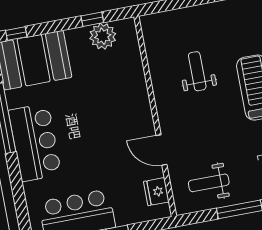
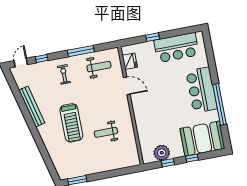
window: (16, 34) -> (192, 158), moved
weight bench: (197, 71) -> (106, 132), turned 90

